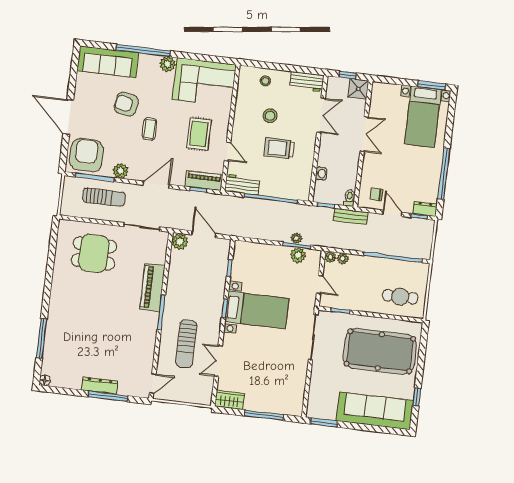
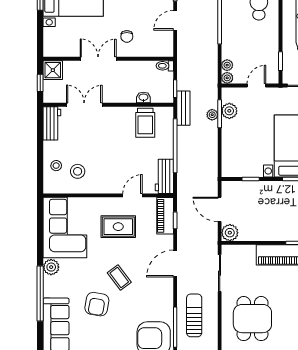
stool: (270, 116) -> (78, 171), moved
coffee table: (149, 129) -> (119, 277), turned 53
trolley: (279, 148) -> (145, 123), moved
plant: (121, 171) -> (165, 302), removed
door: (156, 185) -> (175, 264), hinge flipped
chair: (376, 194) -> (127, 36), moved
bench: (351, 216) -> (183, 108), moved
door: (204, 234) -> (220, 209), hinge flipped

